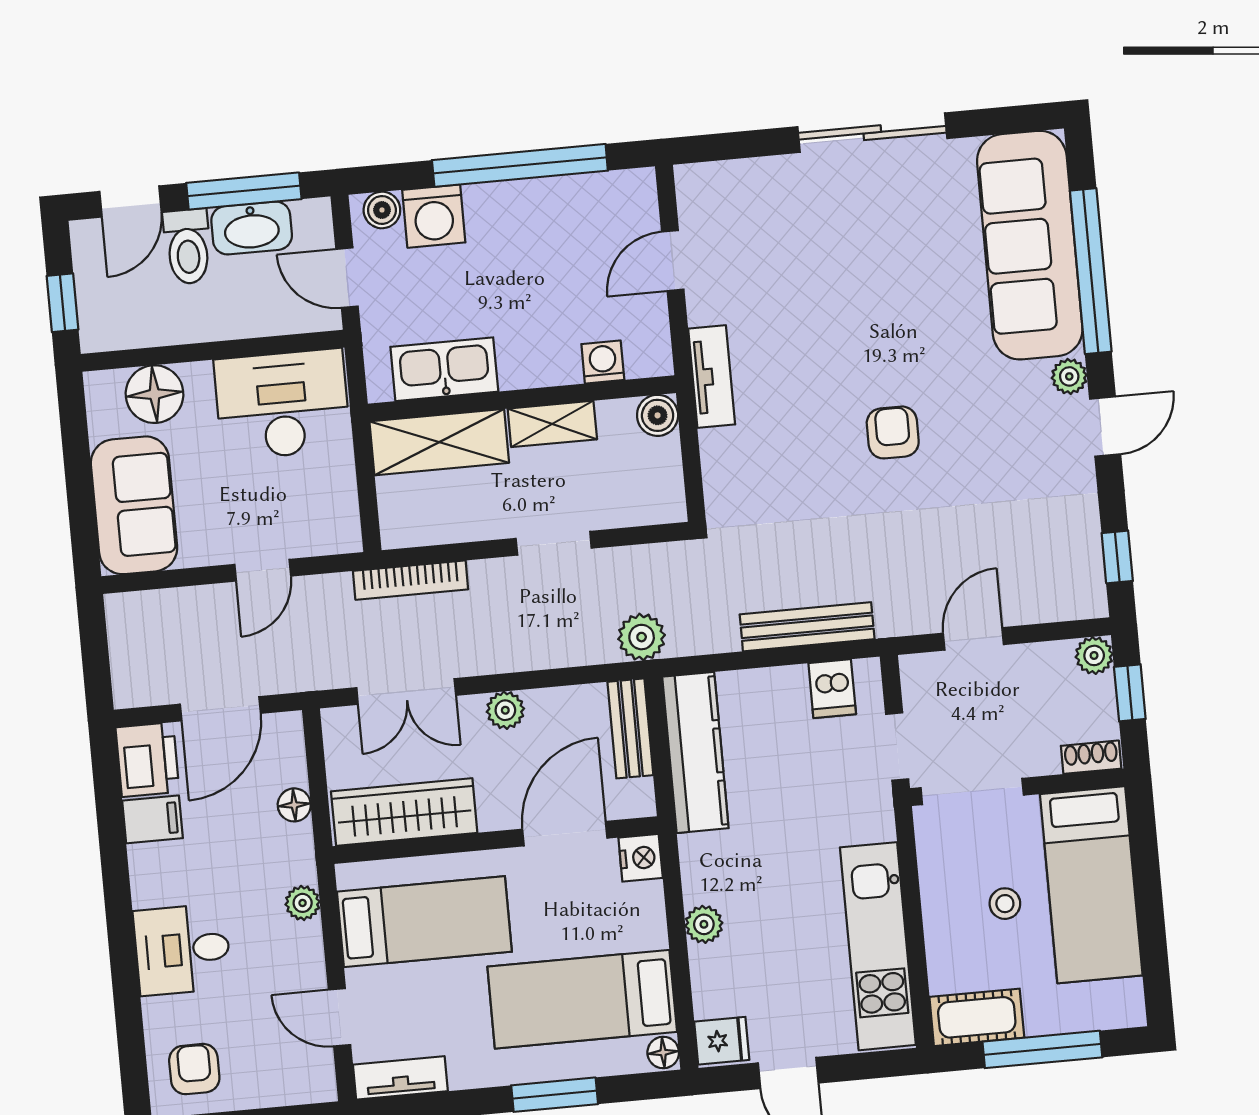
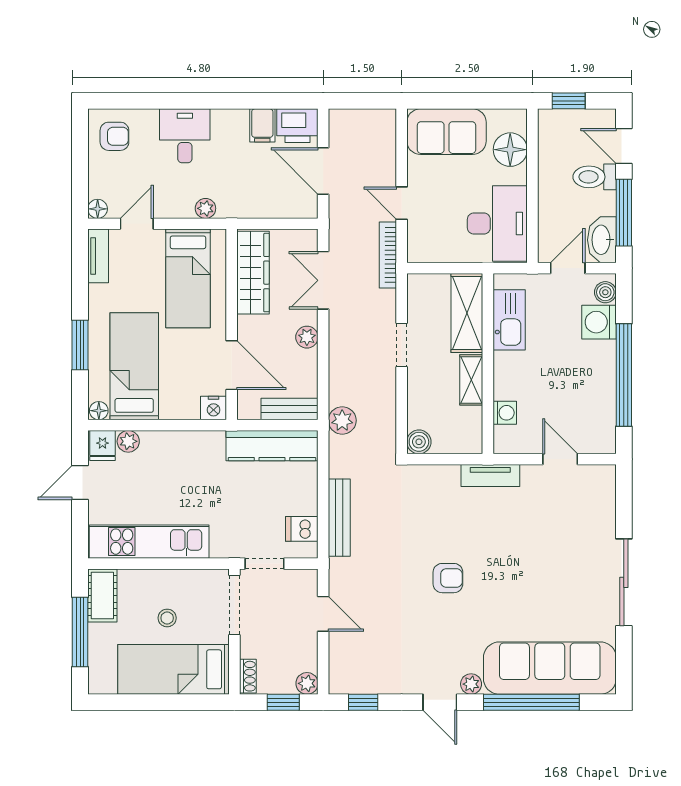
washbasin: (252, 228) -> (602, 240), moved
boiler: (658, 415) -> (419, 442), moved
doorway: (554, 543) -> (402, 345), moved
bookcase: (411, 580) -> (388, 255), moved
floor lamp: (294, 805) -> (98, 209), moved
plant: (704, 924) -> (128, 441), moved

